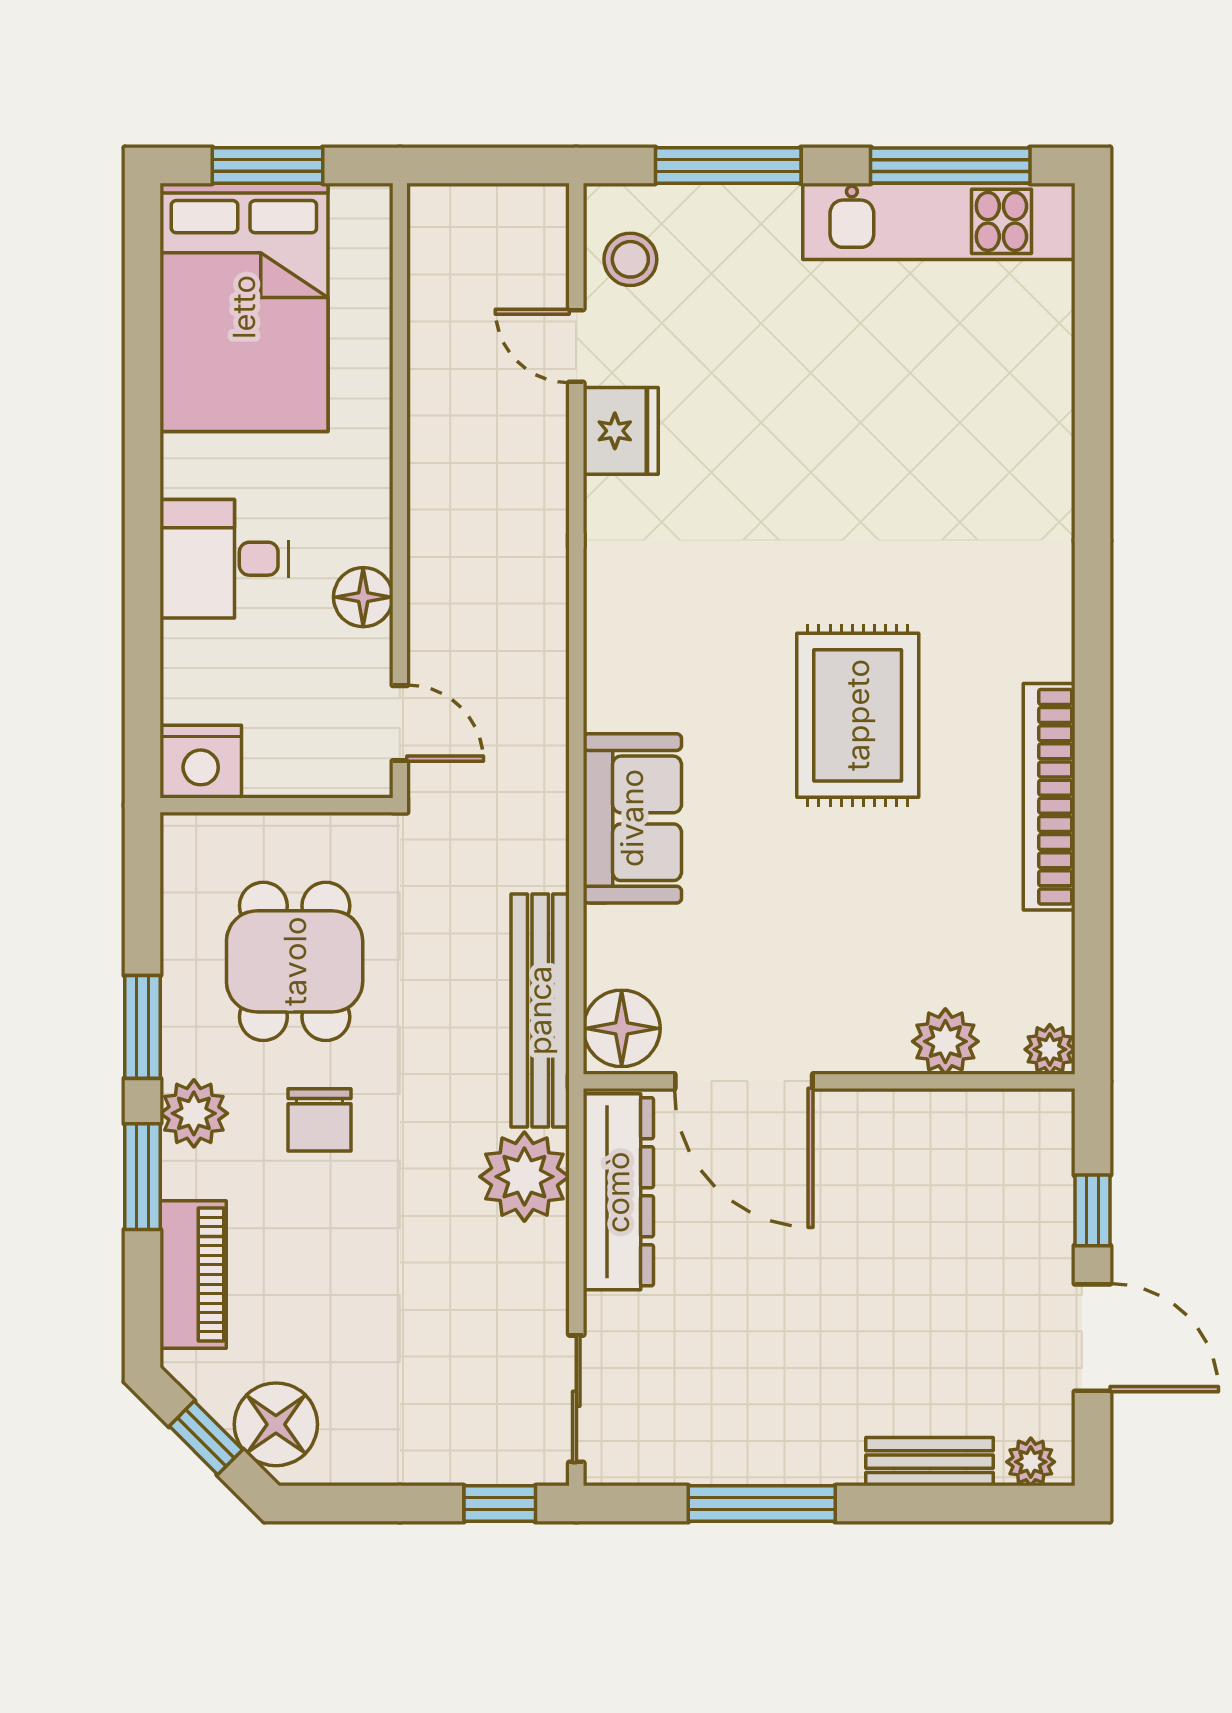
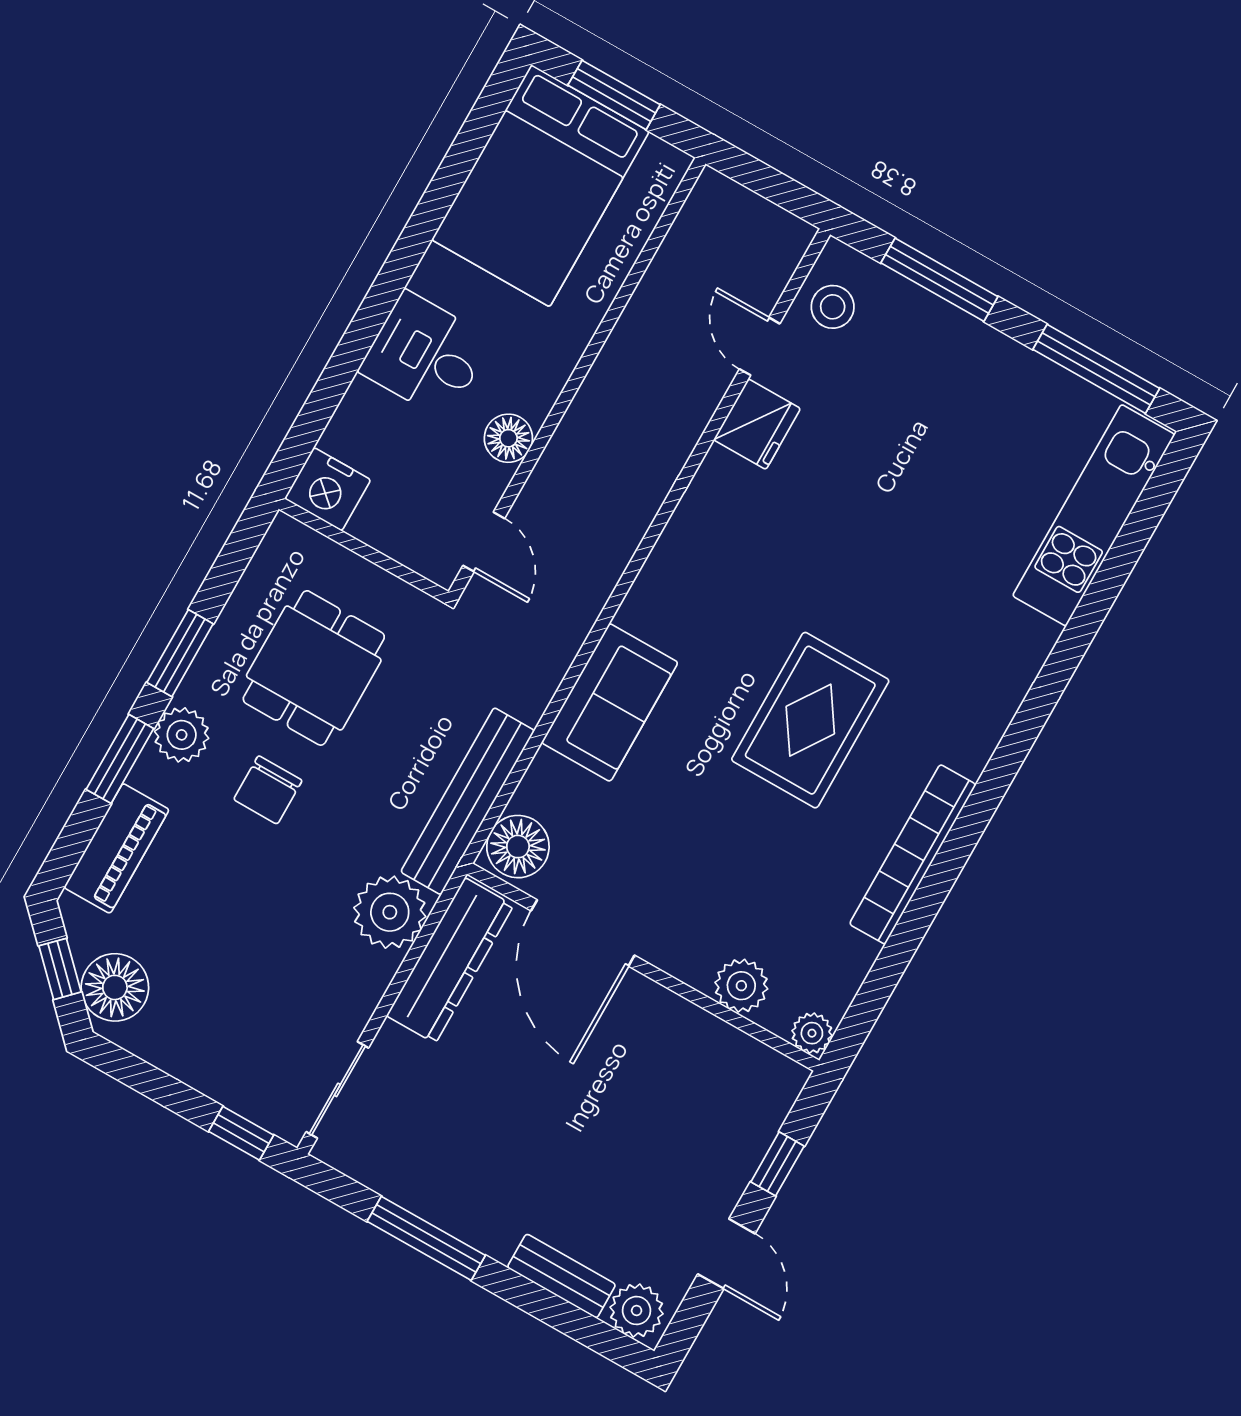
kitchen unit: (939, 221) -> (1094, 515), moved, turned 90
door: (1092, 1338) -> (726, 1254), width x0.73
plant: (1031, 1462) -> (637, 1310), width x1.38, depth x1.38

